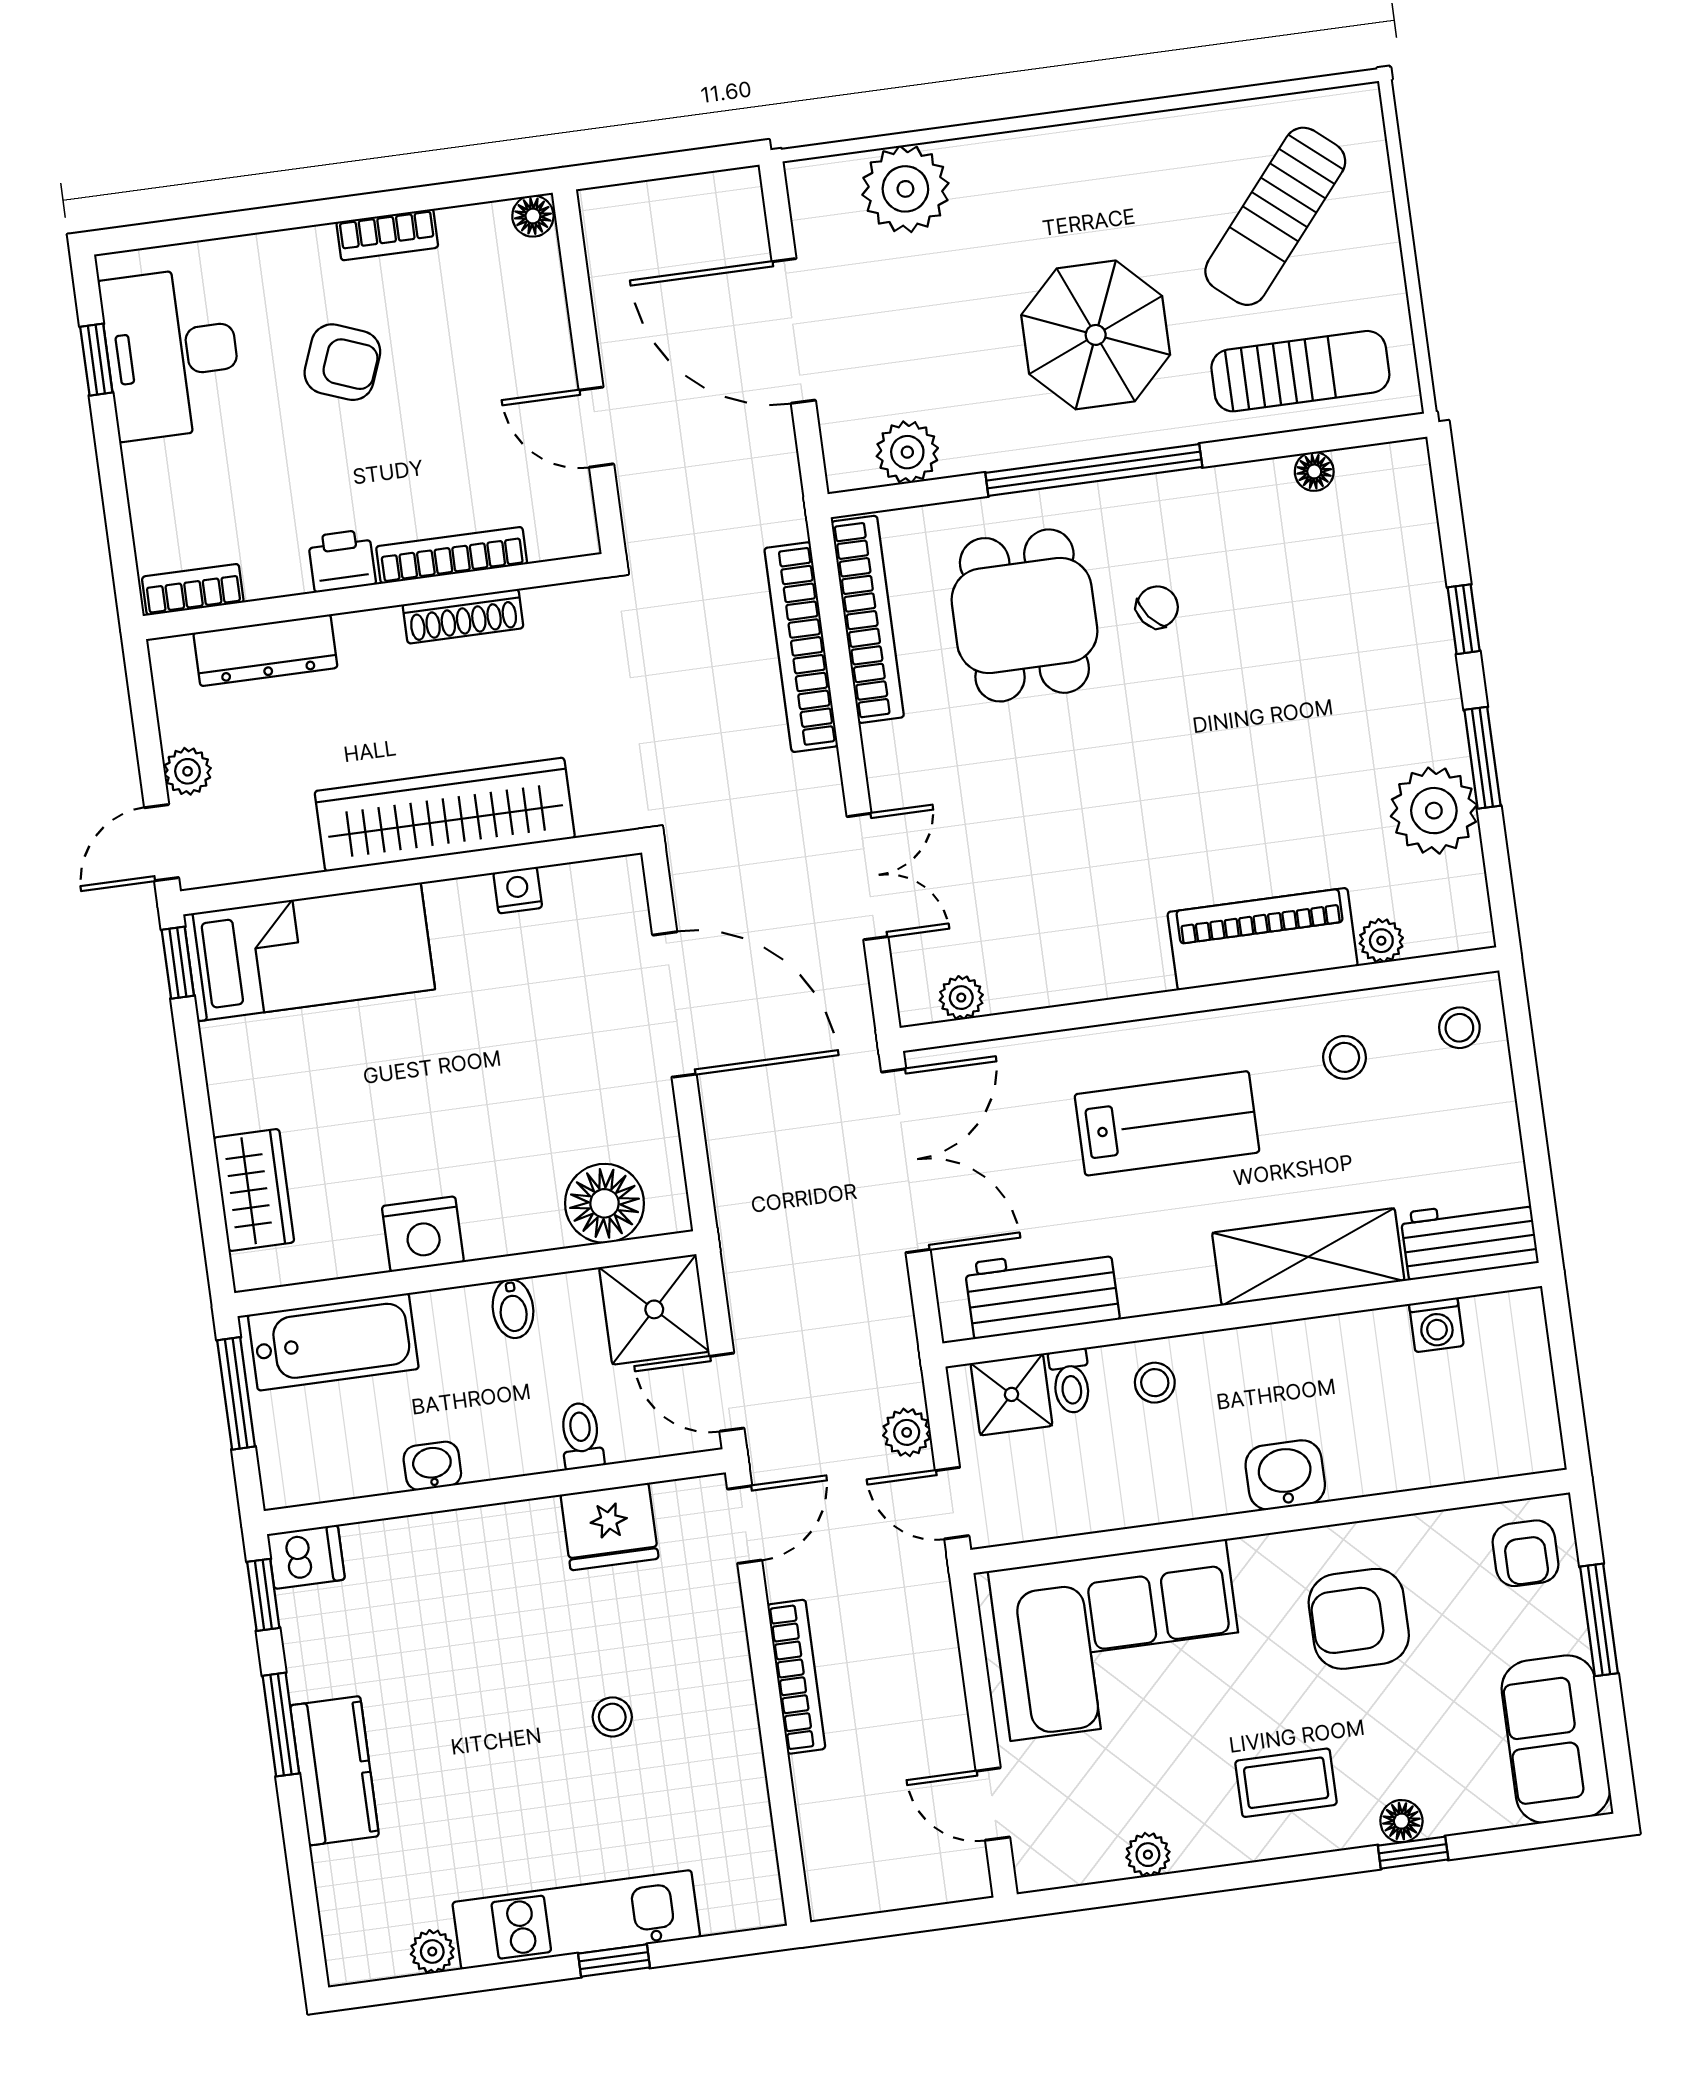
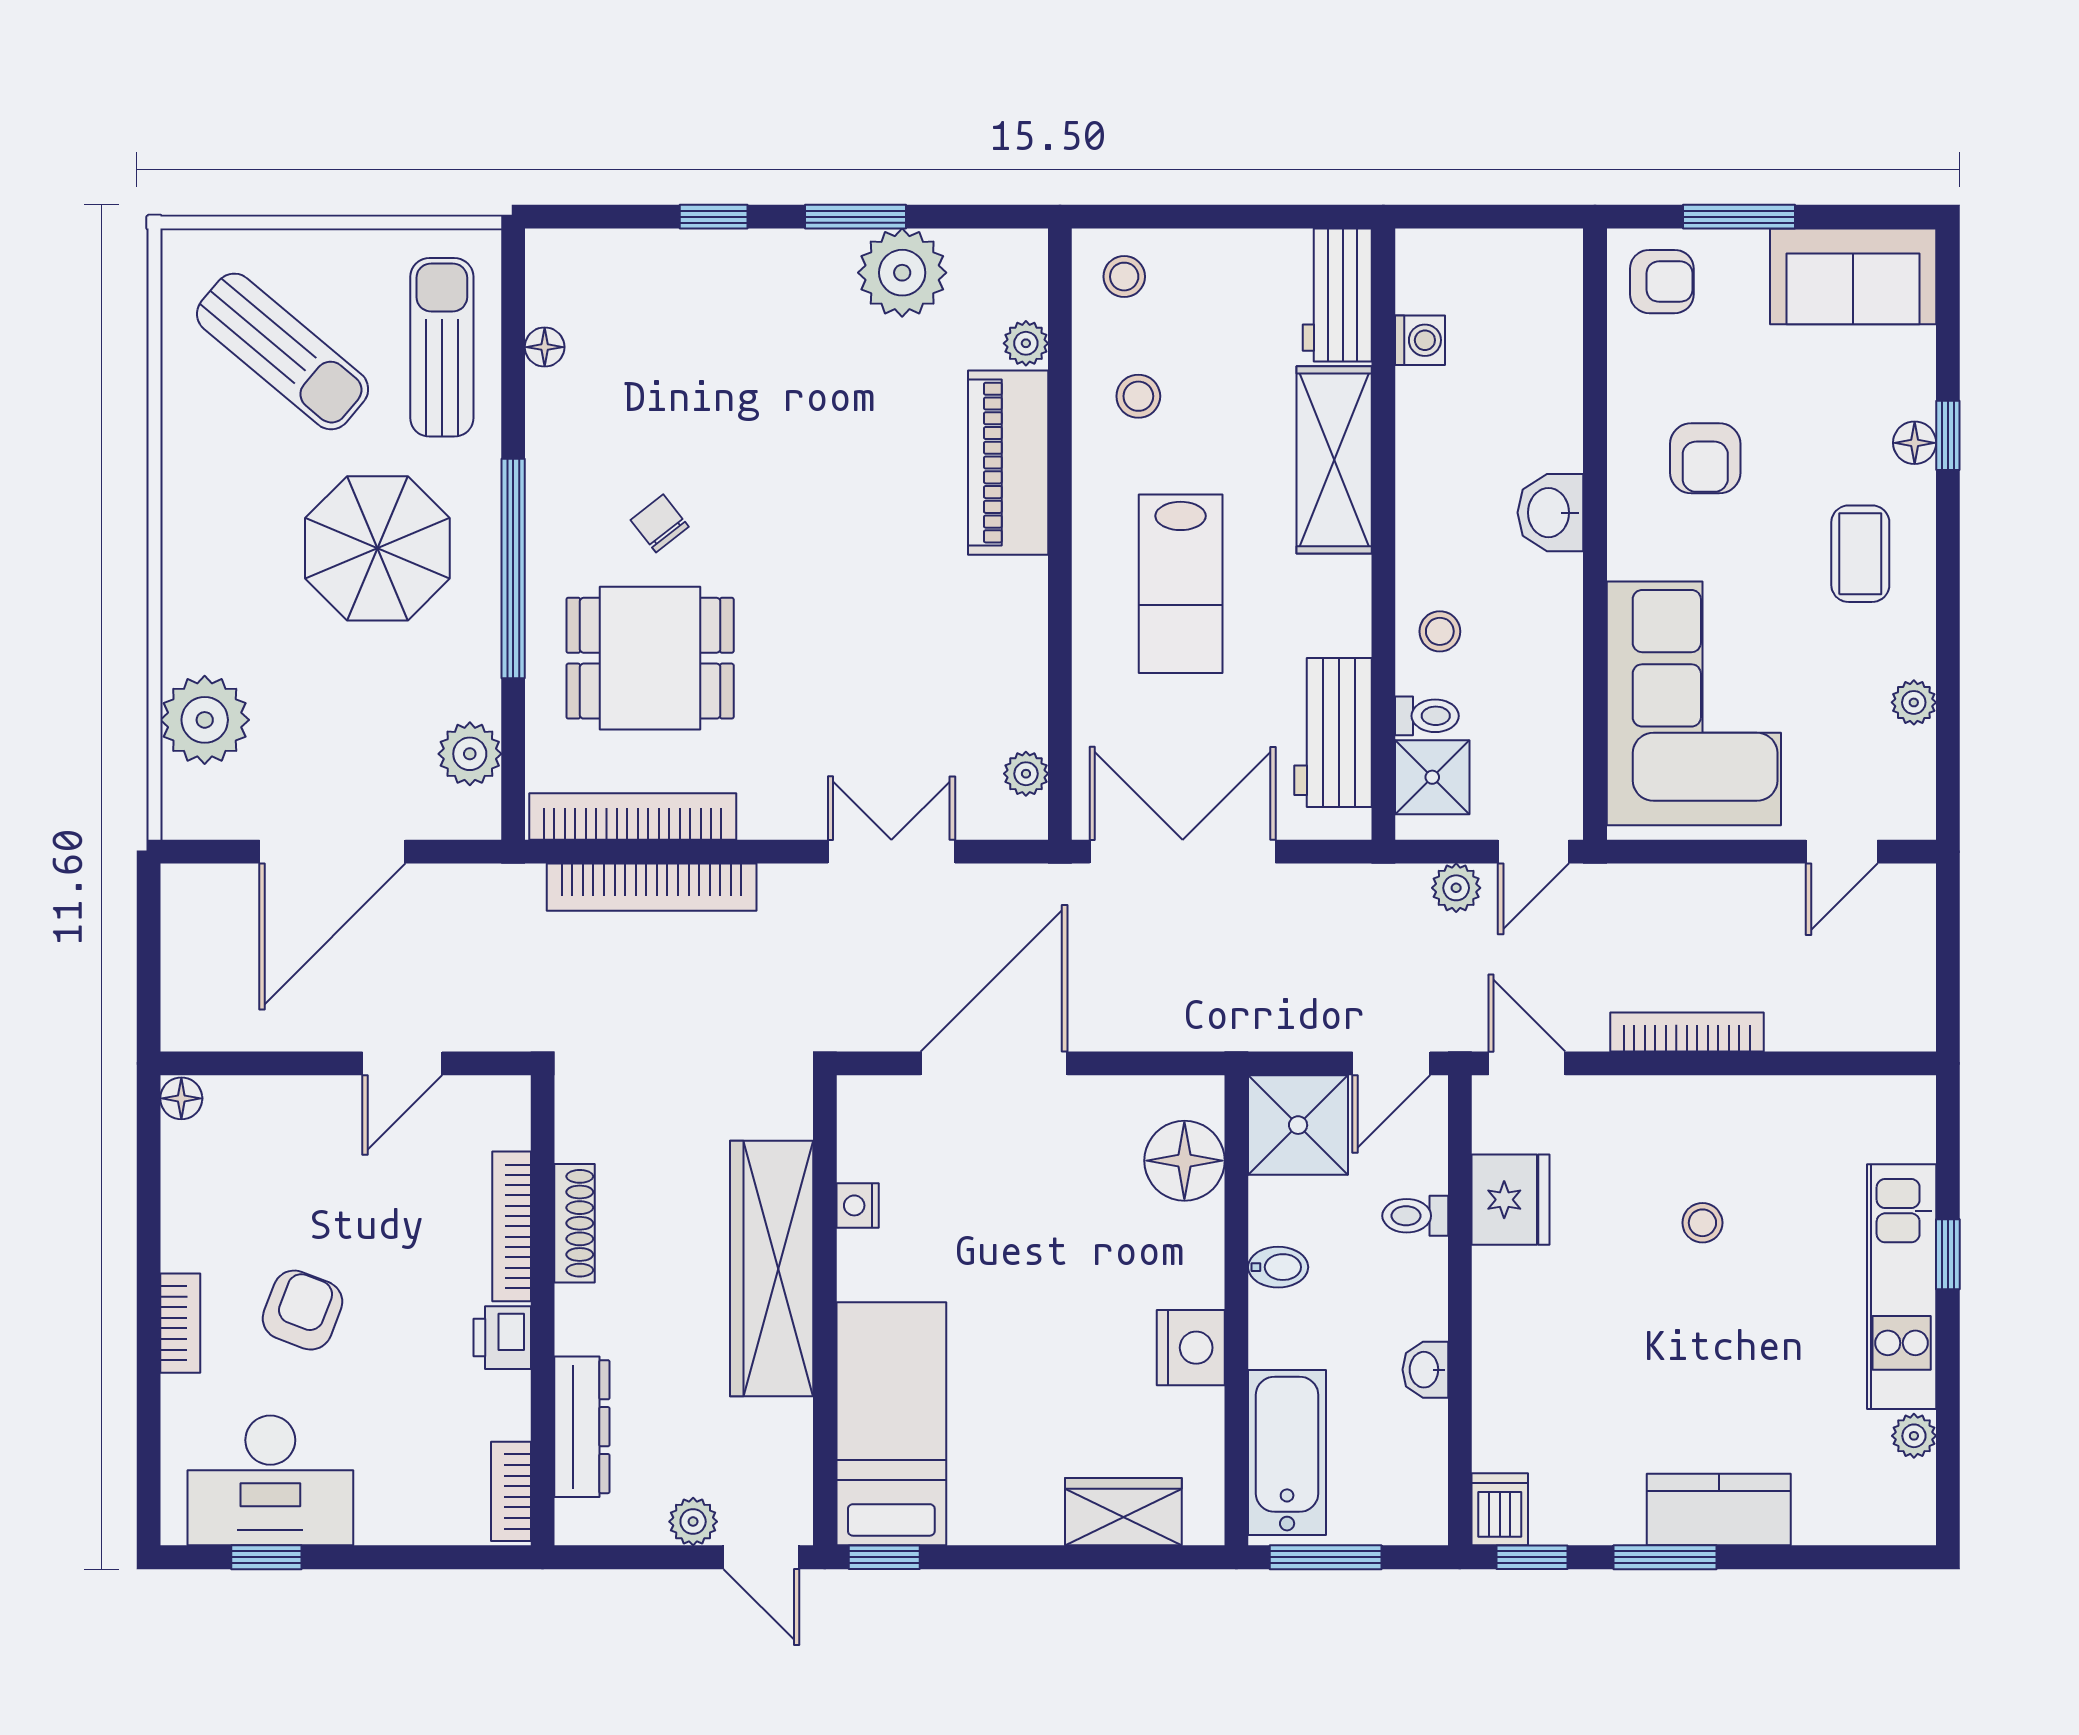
bookcase: (387, 235) -> (180, 1323), moved
lab bench: (1167, 1123) -> (1181, 584), turned 180
armchair: (1359, 1619) -> (1705, 458), width x0.72, depth x0.72

